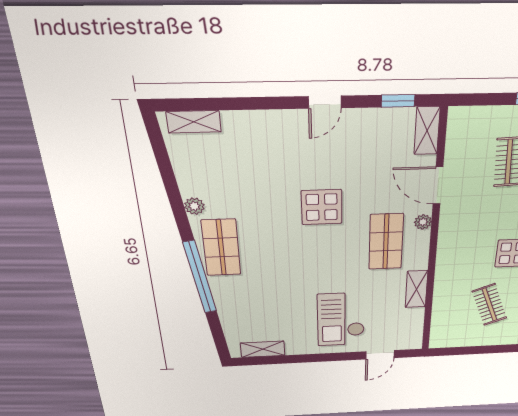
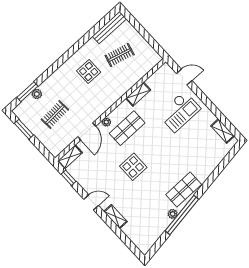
shelving: (194, 122) -> (115, 217), moved
window: (200, 277) -> (182, 215), moved
clothes rail: (489, 305) -> (120, 55), turned 36

